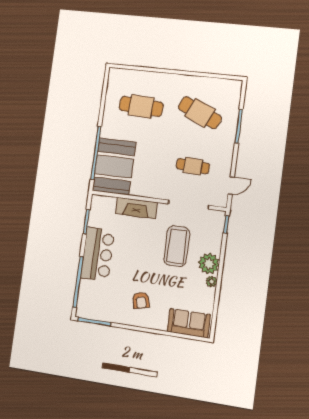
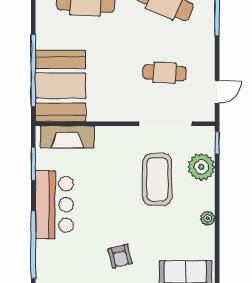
fireplace: (136, 208) -> (67, 137), moved
plant: (209, 264) -> (201, 167), moved

